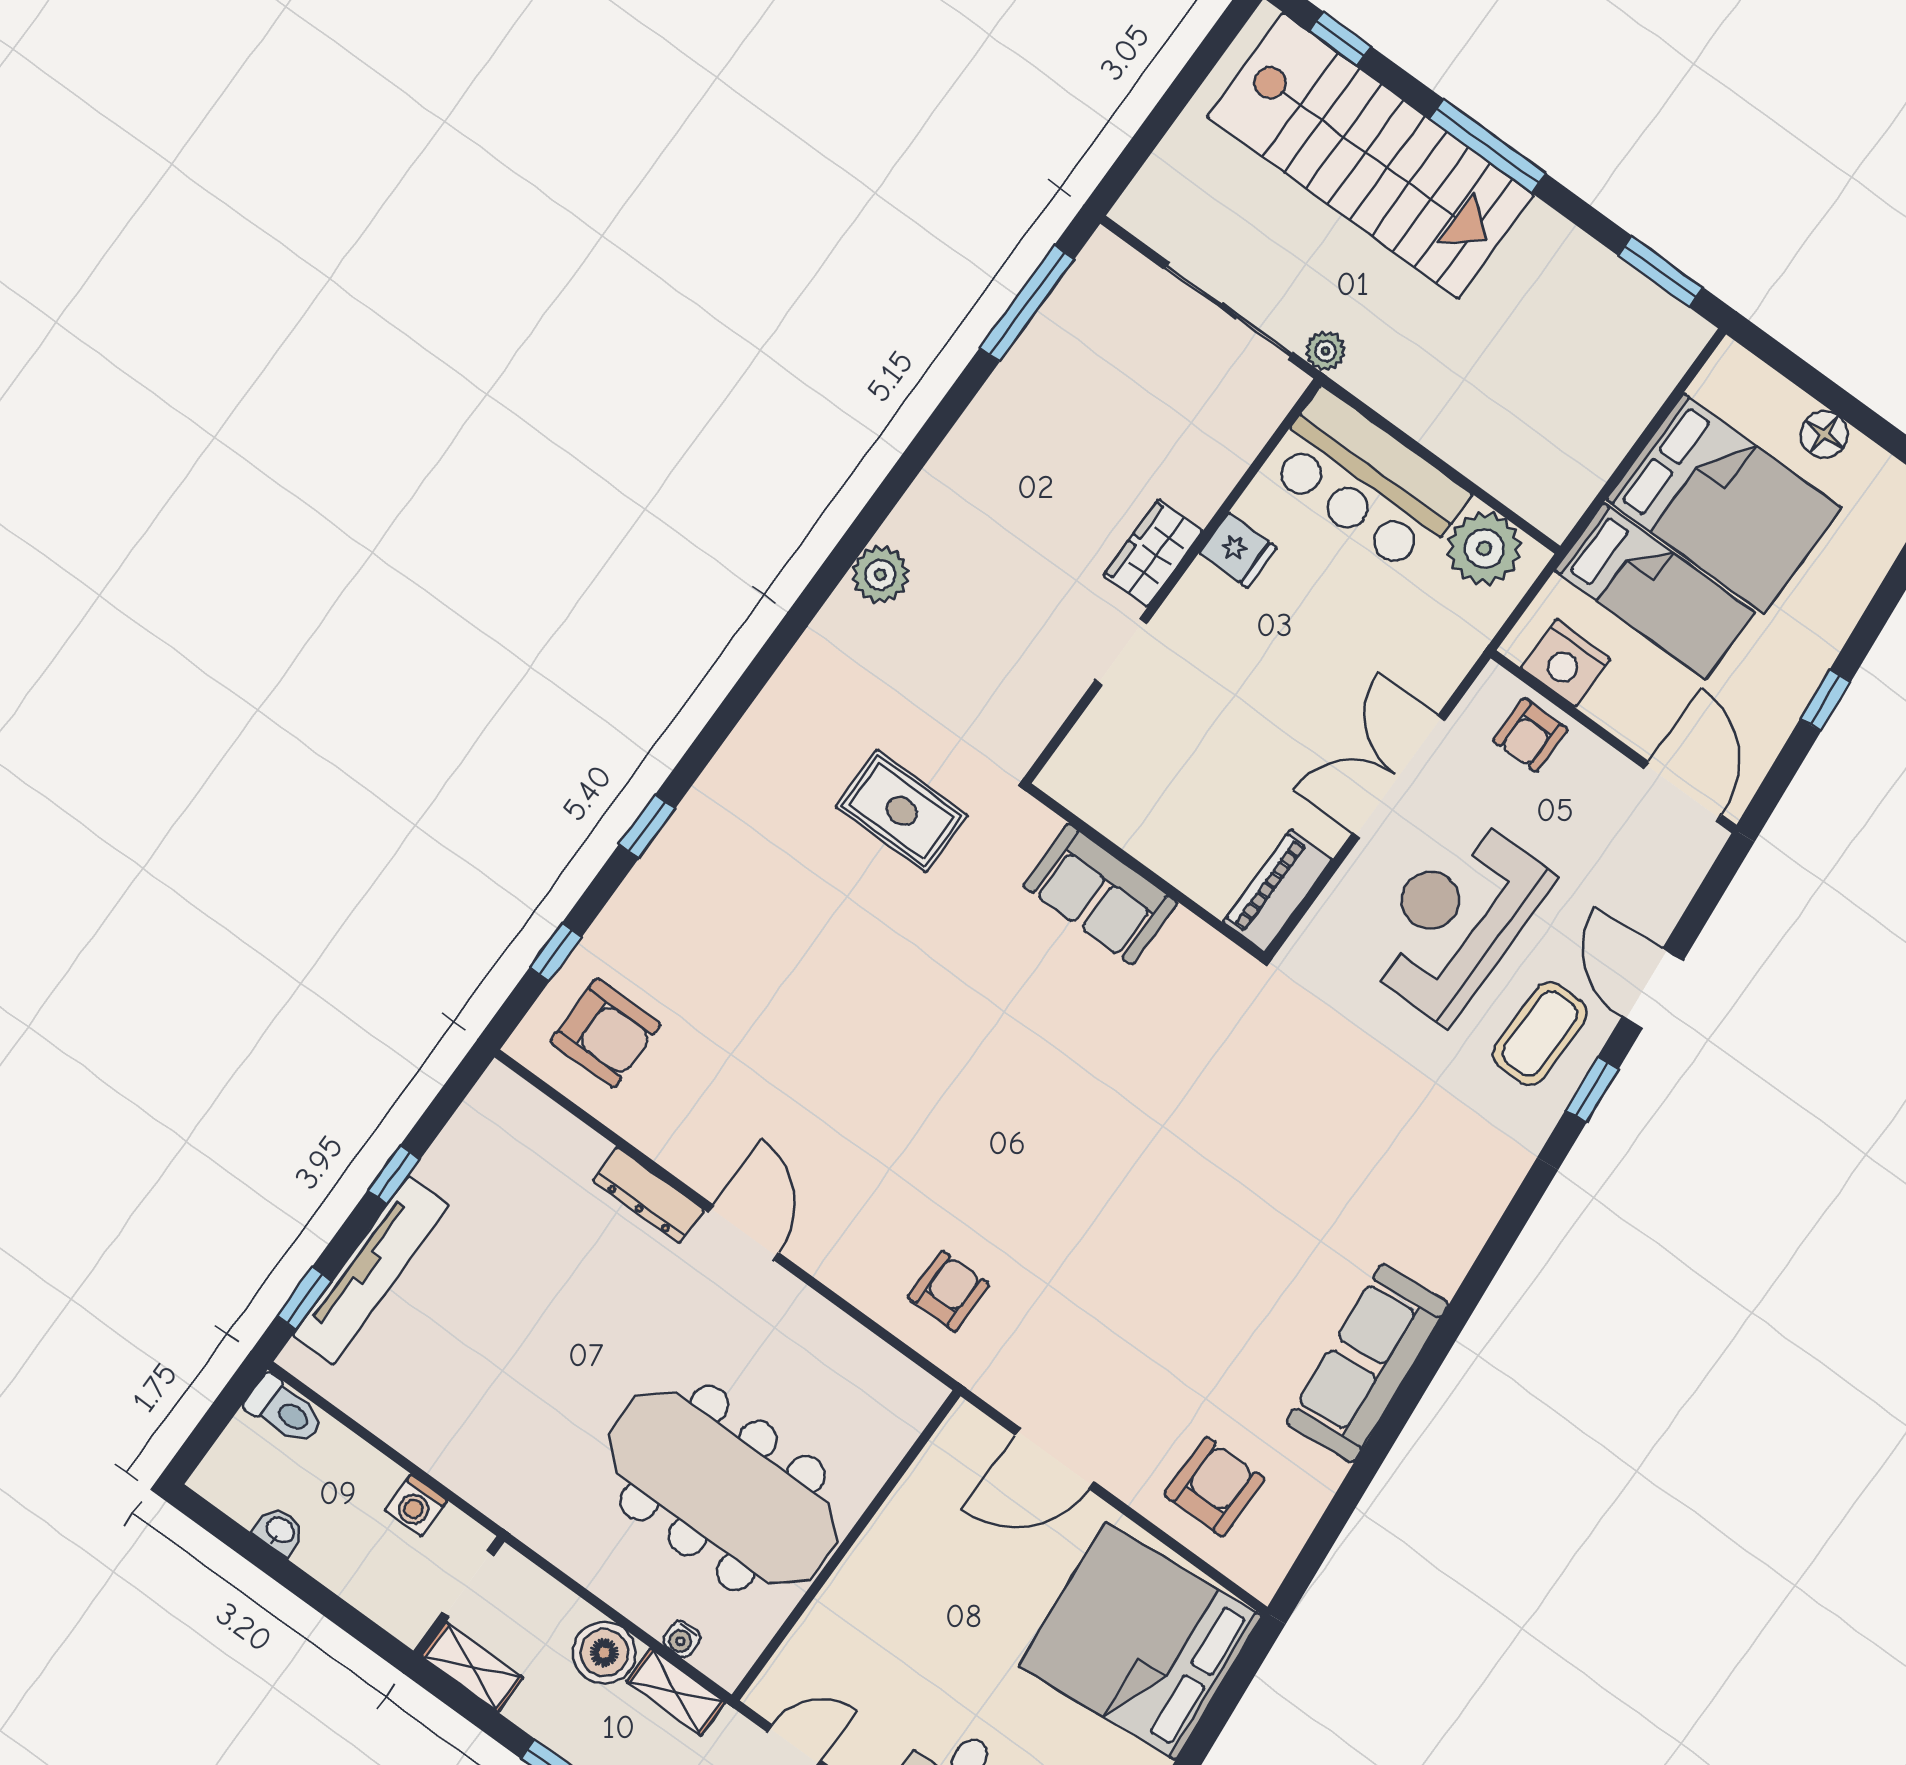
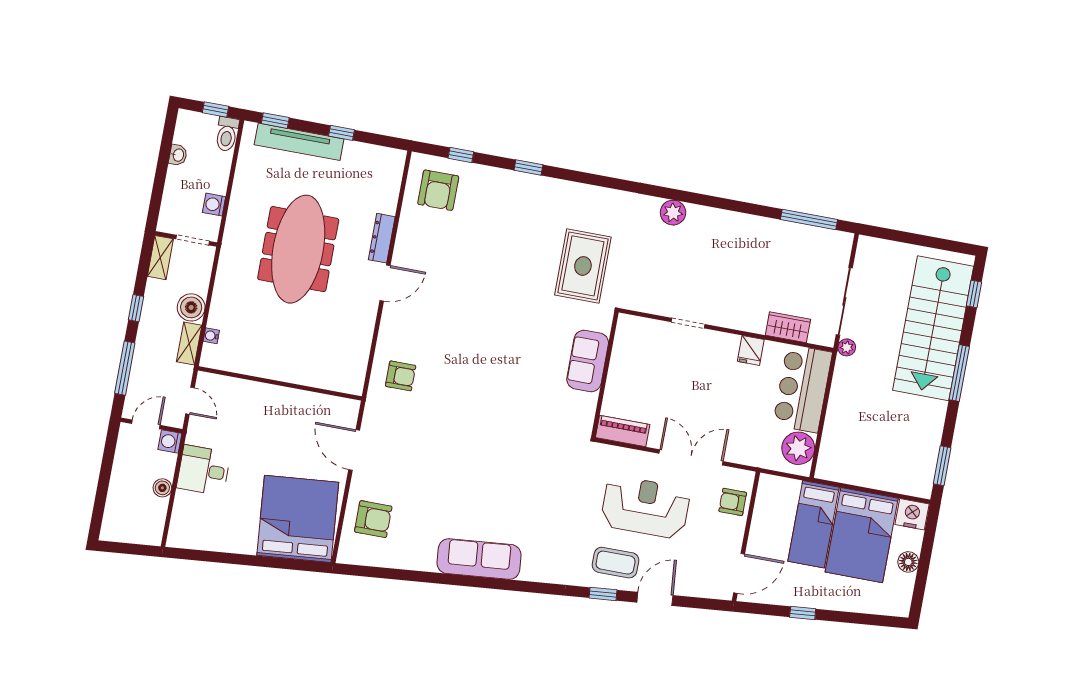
wardrobe: (1153, 553) -> (788, 327), moved
nightstand: (1566, 663) -> (912, 514), moved, turned 90
rug: (902, 811) -> (583, 266), width x1.36, depth x1.43
sofa: (1367, 1363) -> (479, 559), moved
window: (223, 1410) -> (216, 110), added
meeting table: (723, 1488) -> (298, 249), moved

